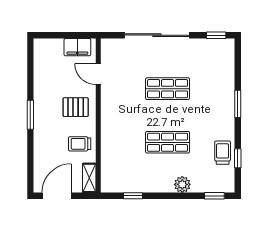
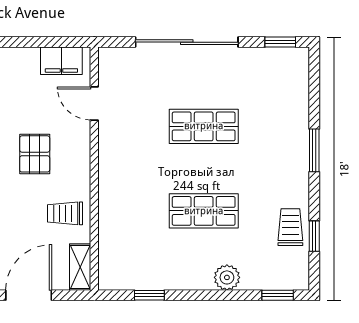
pallet: (76, 107) -> (35, 154), moved, turned 90

